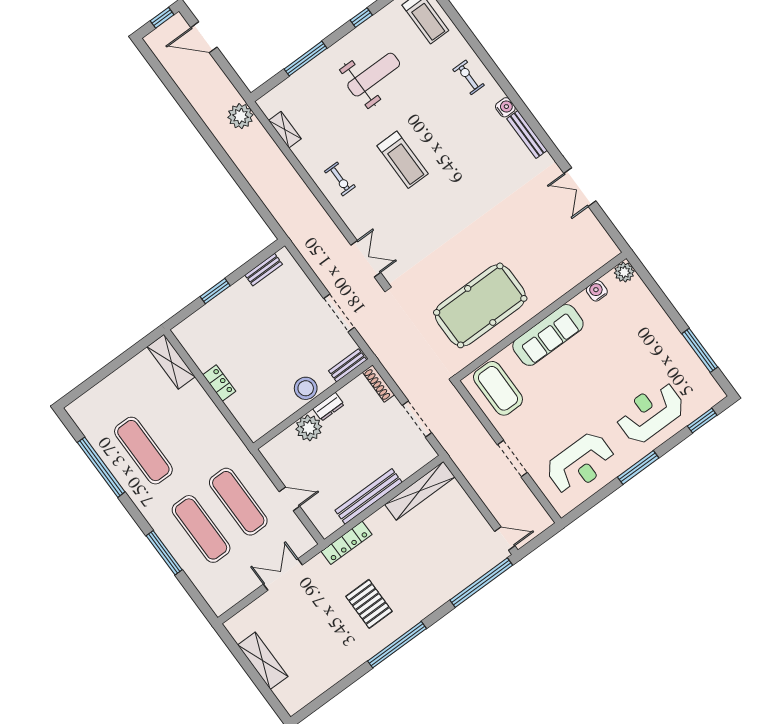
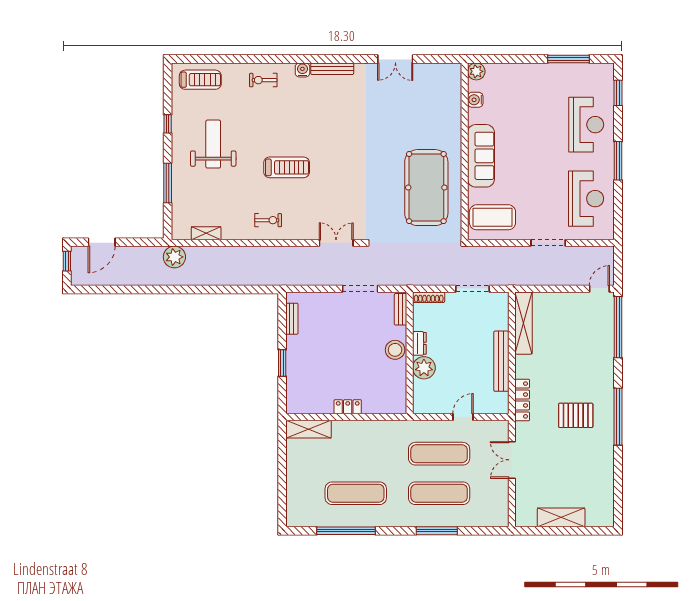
reception desk: (650, 413) -> (586, 125), turned 180

